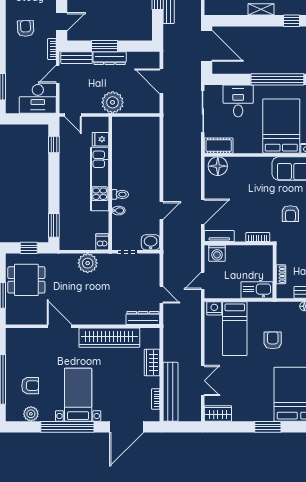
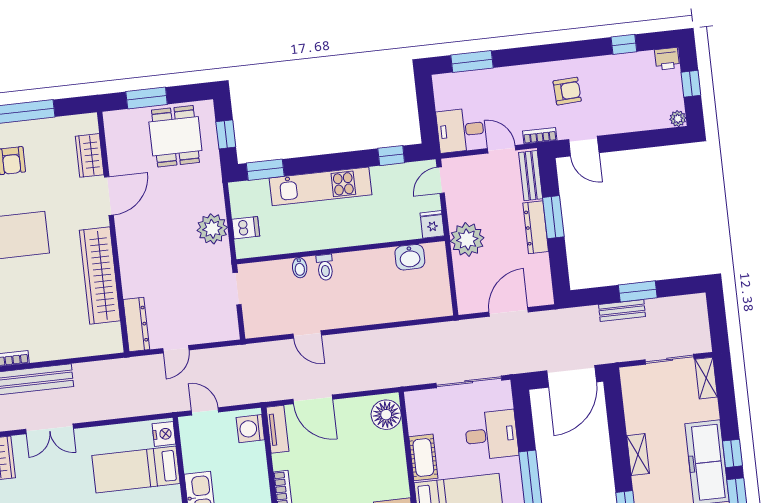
desk: (38, 99) -> (460, 130), width x0.73
fridge: (100, 139) -> (432, 224), moved
cot: (219, 146) -> (423, 457), moved
kitchen unit: (100, 179) -> (320, 186), moved, turned 180
dishwasher: (102, 242) -> (246, 228), moved
washbasin: (151, 242) -> (410, 257), moved, turned 90
wardrobe: (152, 362) -> (90, 155), moved, turned -90

